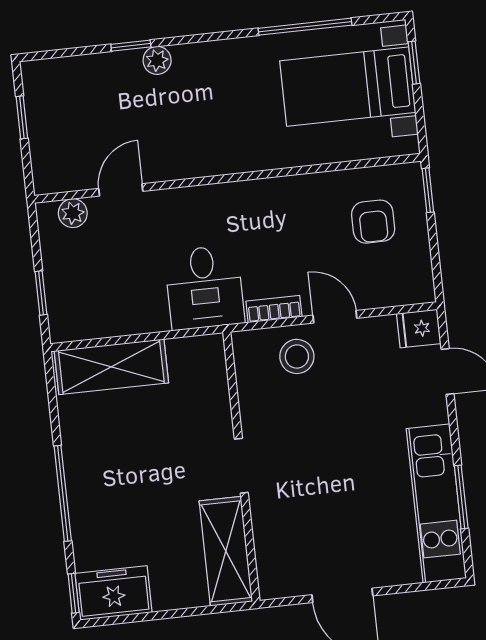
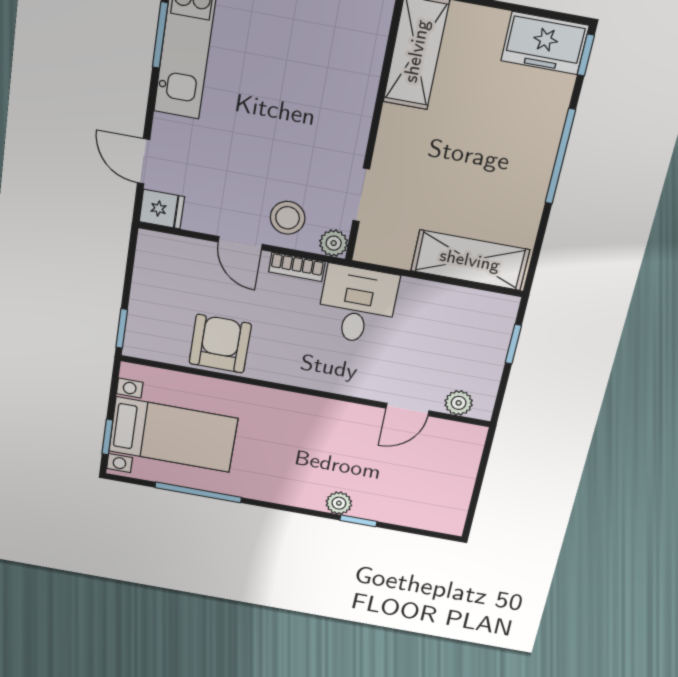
window: (22, 117) -> (476, 493), removed
armchair: (373, 222) -> (220, 344), moved, width x1.38, depth x1.38
plant: (246, 344) -> (334, 243), added
doorway: (241, 466) -> (361, 195), moved

